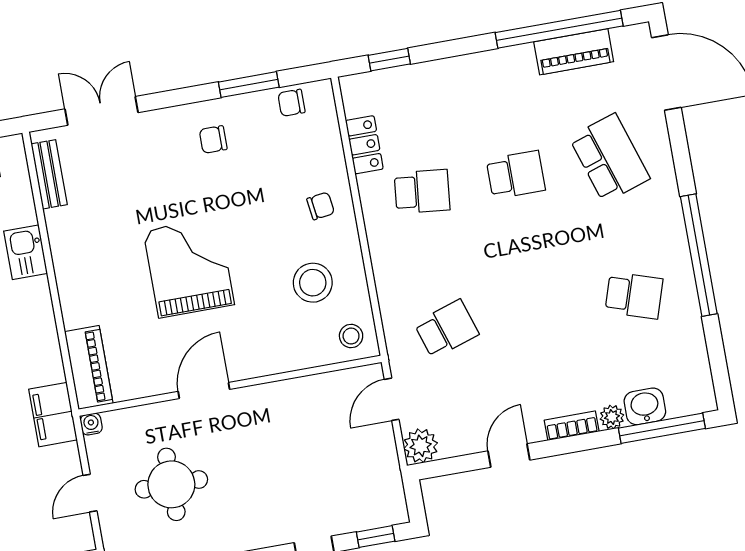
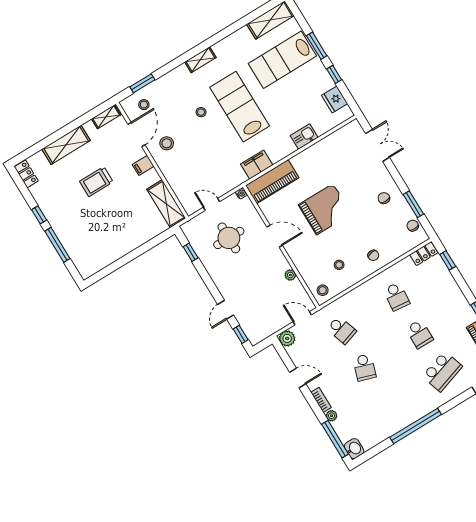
locker: (364, 145) -> (424, 254), moved
bench: (49, 174) -> (341, 134), removed
stool: (313, 283) -> (339, 265), width x0.53, depth x0.53
school desk: (634, 296) -> (364, 367), moved
piano: (89, 367) -> (272, 182), width x1.37, depth x1.33
plant: (295, 389) -> (290, 275), added
washbasin: (645, 406) -> (354, 449), moved
filing cabinet: (53, 415) -> (257, 165), moved

